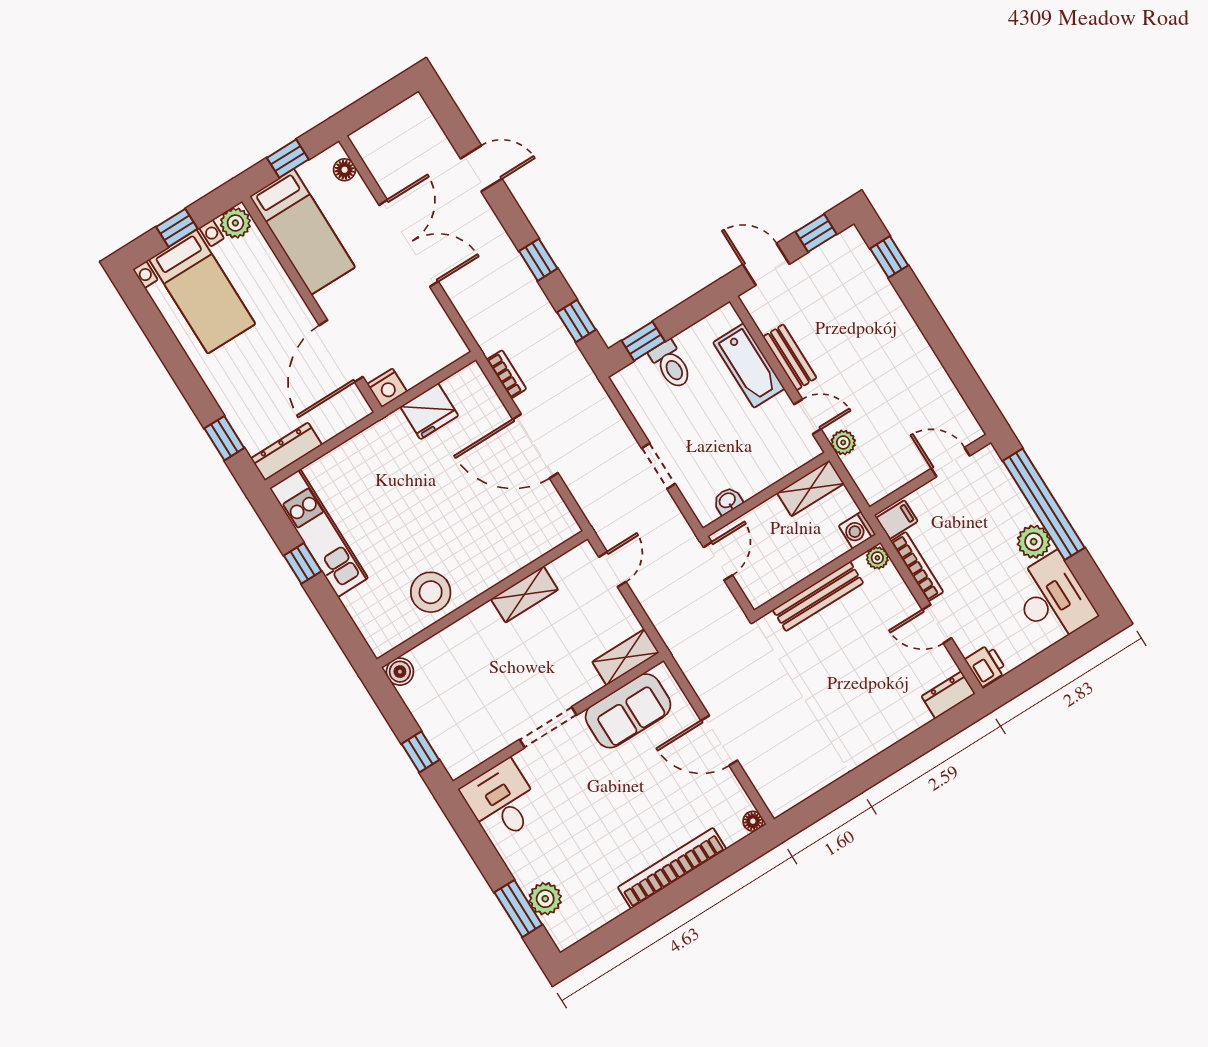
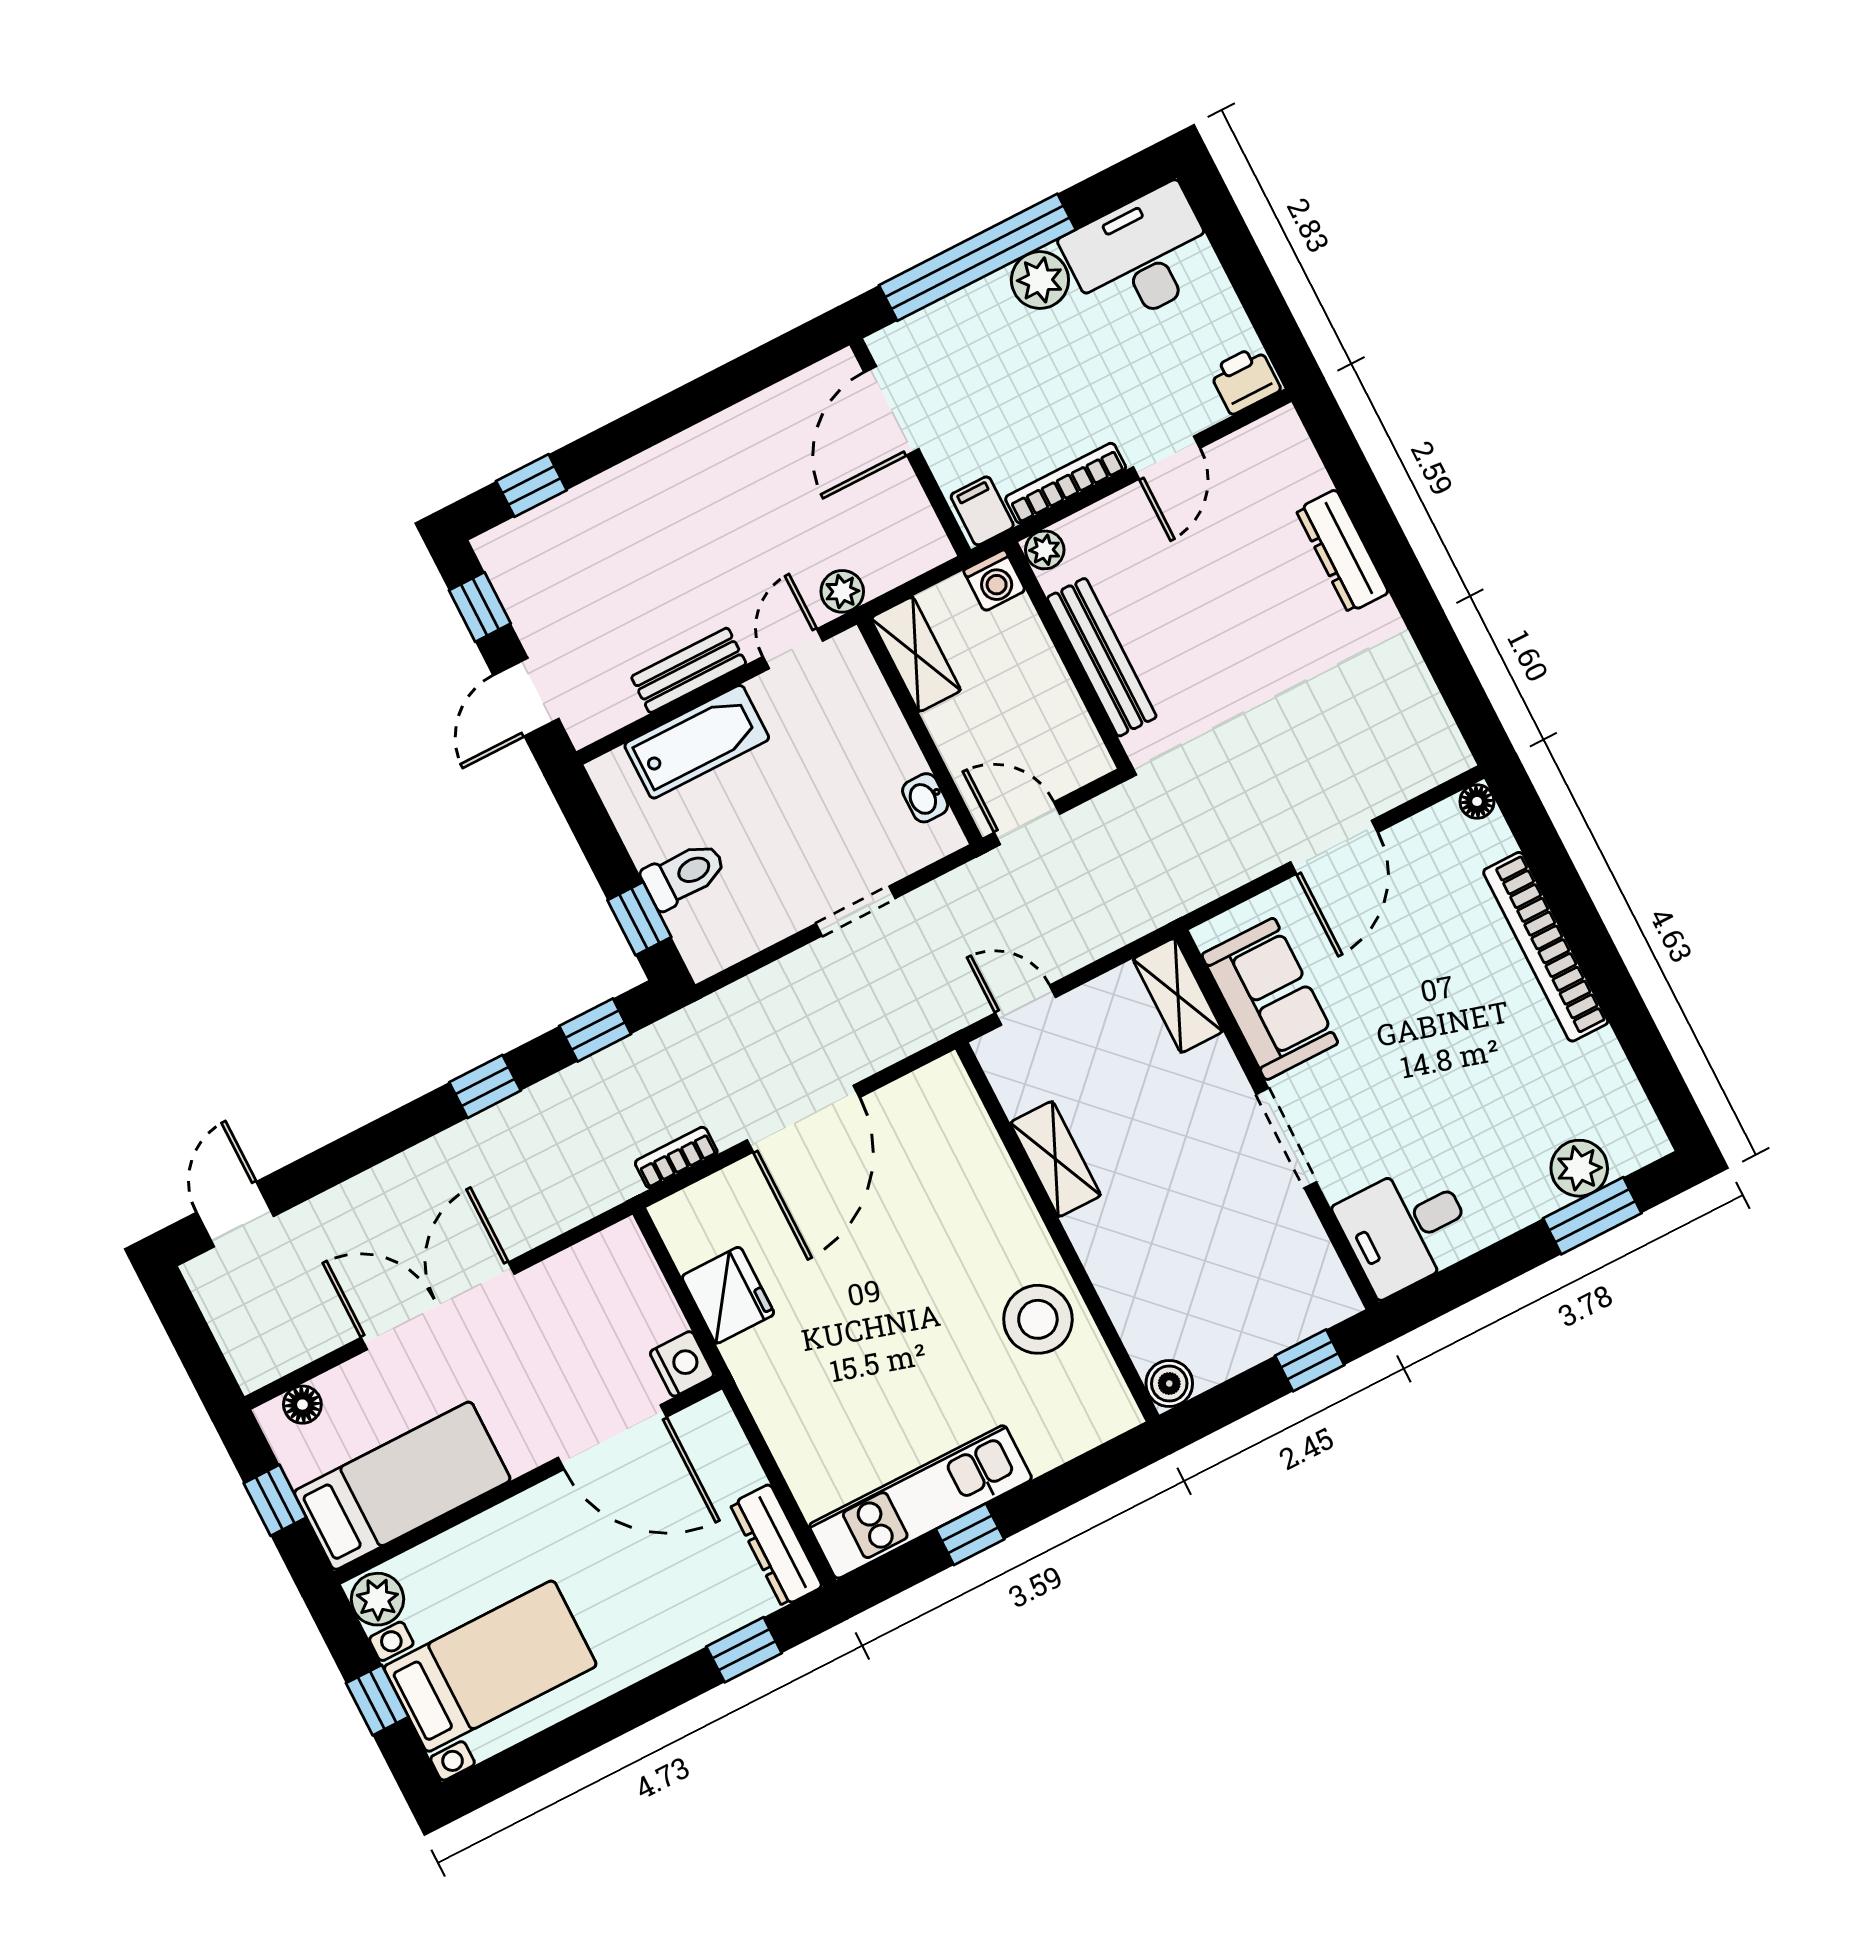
door: (481, 169) -> (235, 1214), moved
door: (951, 462) -> (891, 411), width x1.38
dresser: (948, 695) -> (1342, 551), moved, width x1.44

